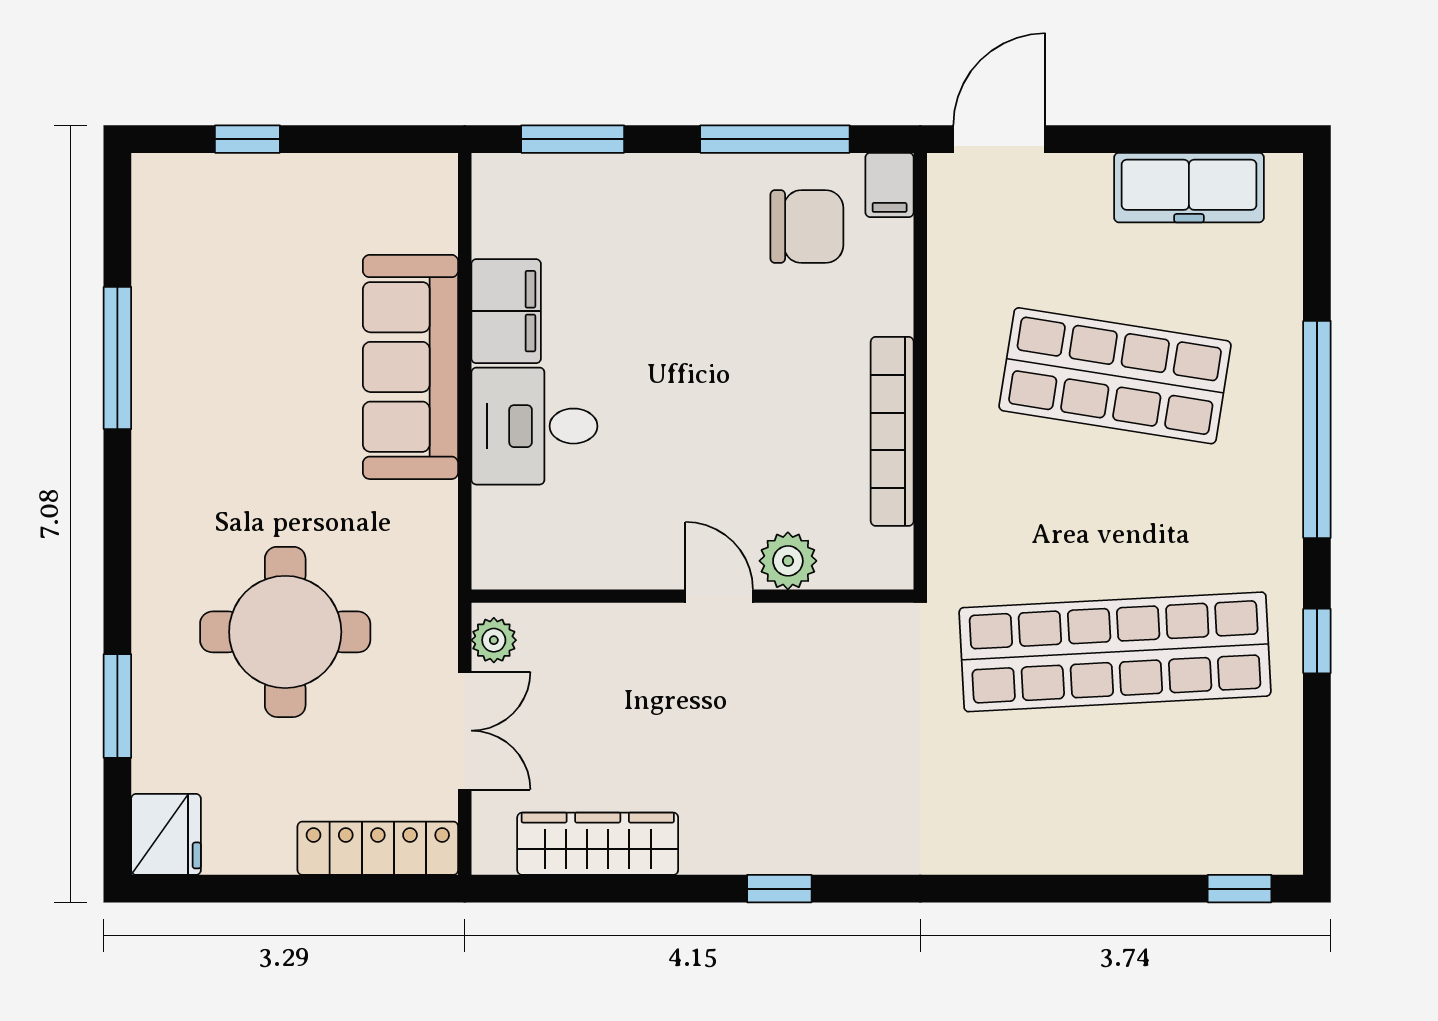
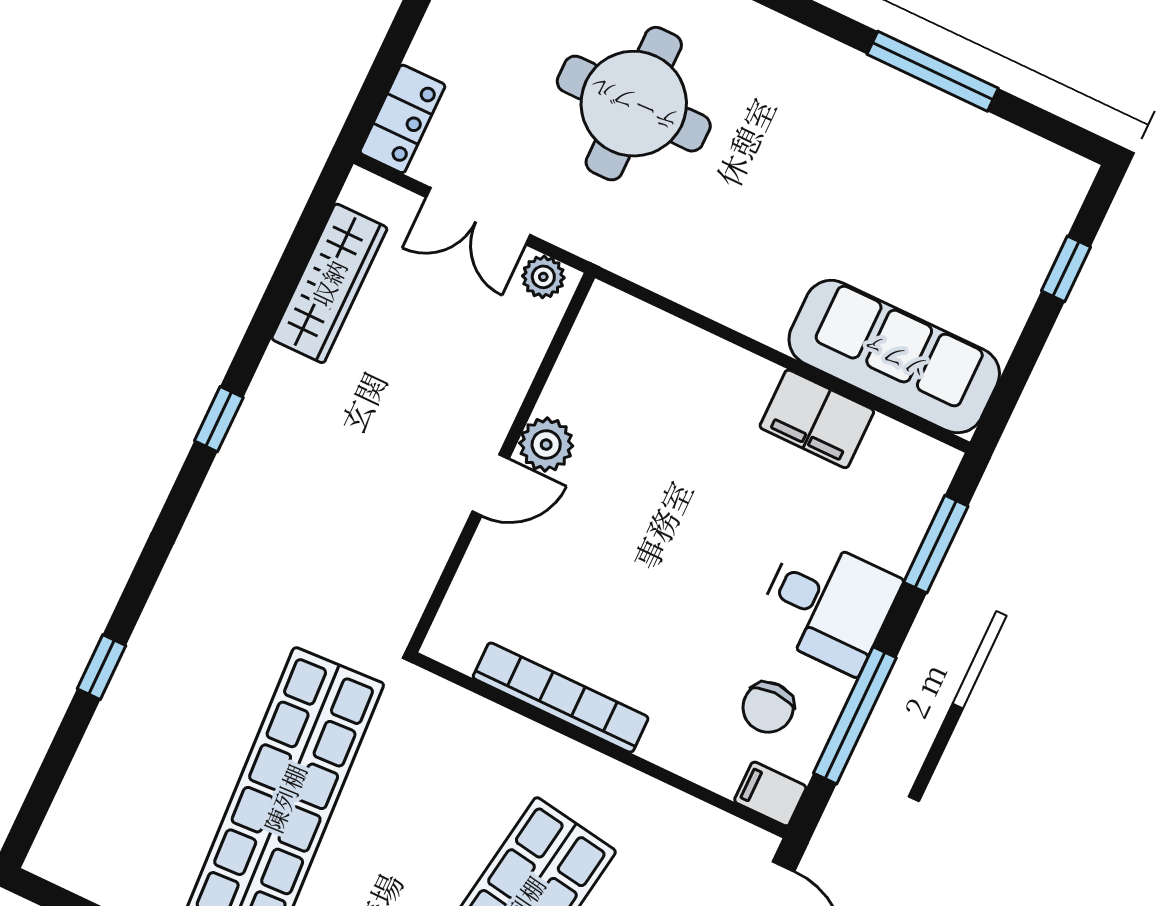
chair: (807, 227) -> (768, 707), width x0.73, depth x0.73
sofa: (411, 367) -> (894, 357), moved
desk: (534, 426) -> (828, 604), moved, turned 90
plant: (788, 561) -> (546, 445), moved
locker: (378, 848) -> (402, 119), width x0.66
window: (1240, 889) -> (102, 667), moved

